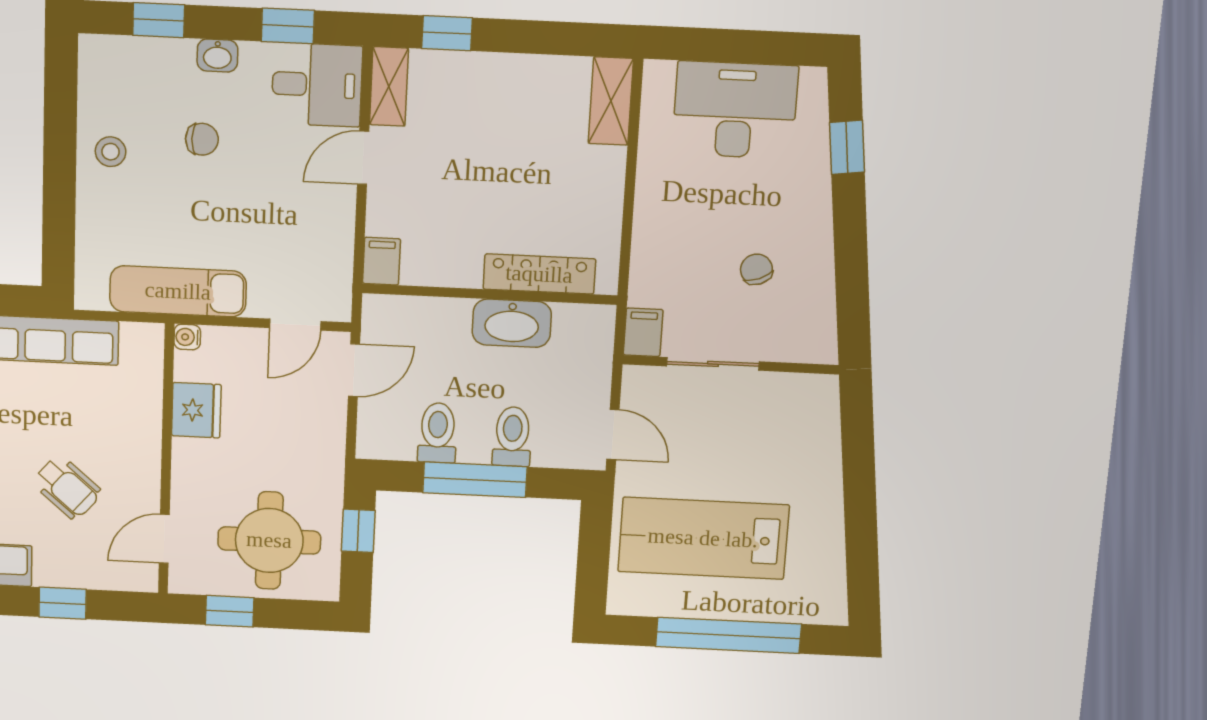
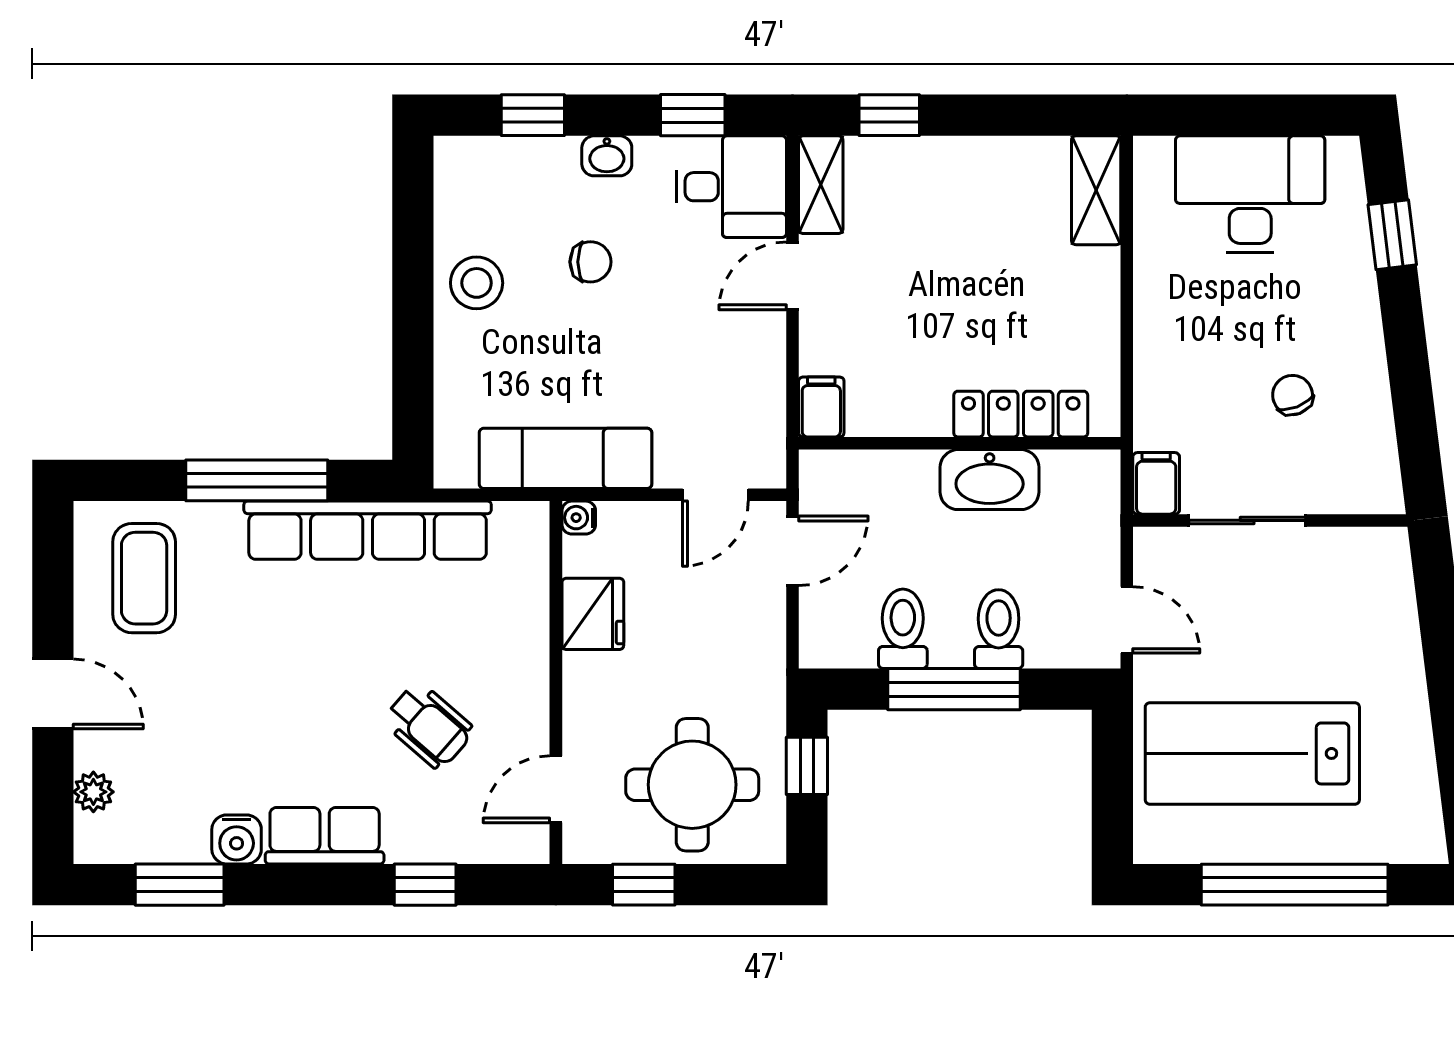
stool: (111, 152) -> (477, 283), width x1.37, depth x1.37

